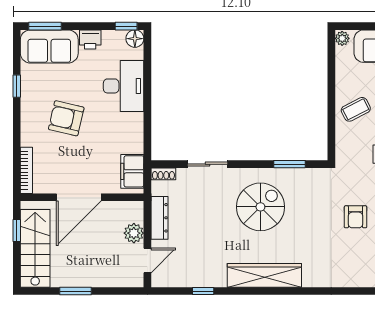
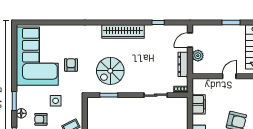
filing cabinet: (132, 171) -> (199, 104), moved
door: (79, 197) -> (229, 76), width x0.53
spiral stairs: (260, 207) -> (110, 71), moved

